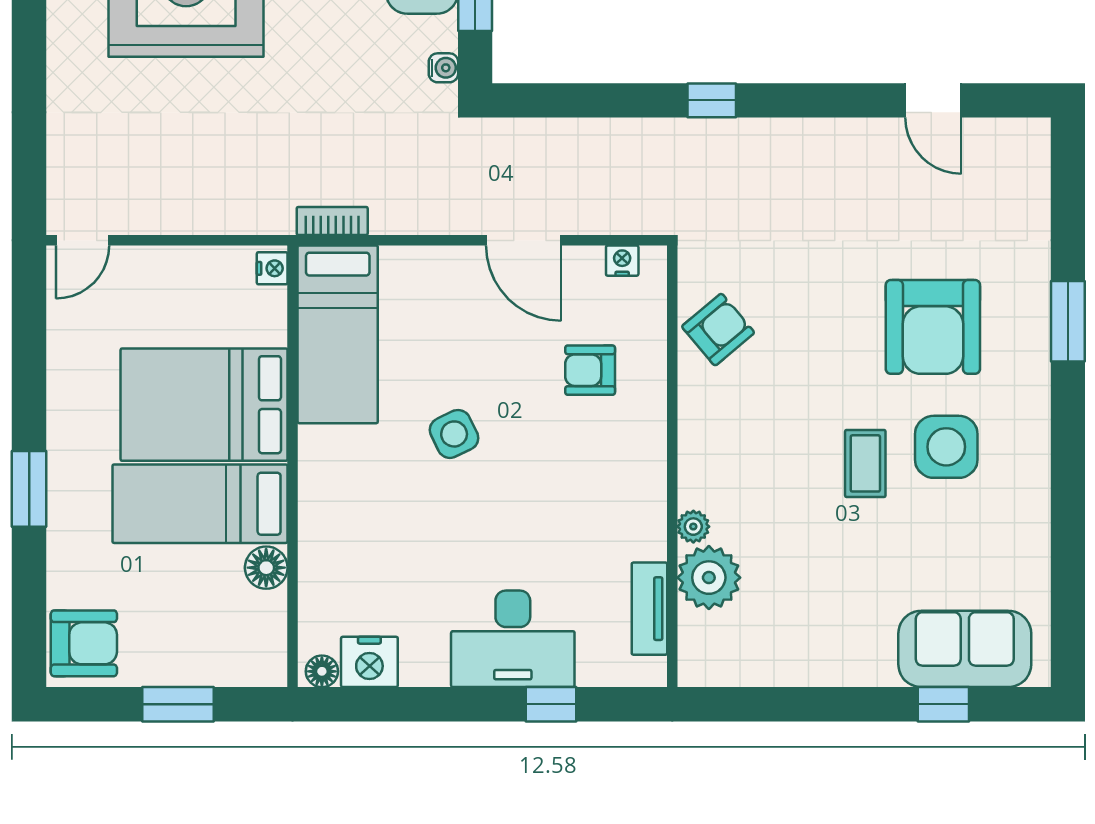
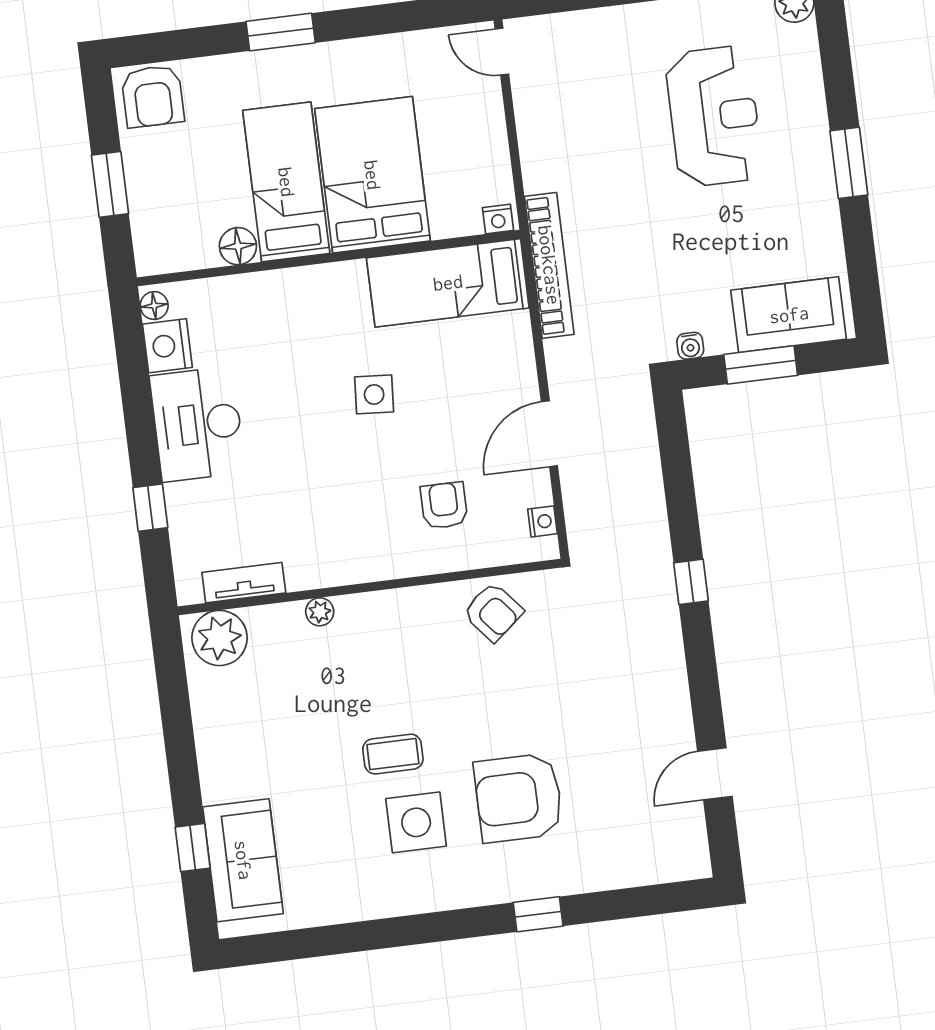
bookcase: (332, 221) -> (549, 265), width x2.31, depth x1.31
window: (1068, 321) -> (538, 914), width x0.67
side table: (454, 434) -> (374, 394), turned 30
plant: (709, 578) -> (220, 638), moved
desk: (513, 639) -> (197, 424), moved

